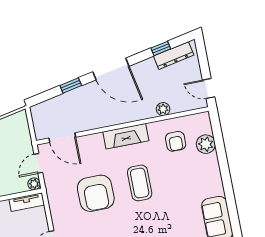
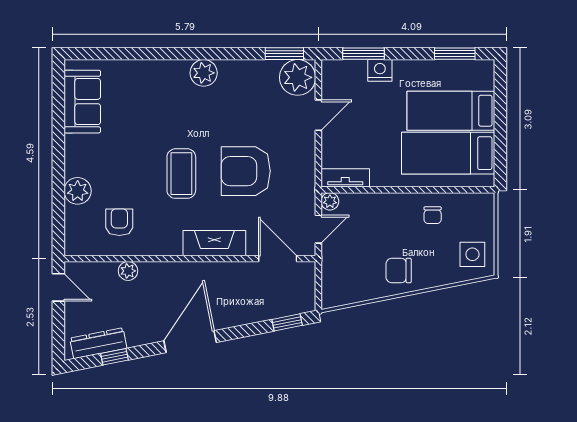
door: (111, 69) -> (190, 342), hinge flipped
window: (71, 86) -> (287, 322), moved
fireplace: (126, 136) -> (214, 243), moved
plant: (206, 144) -> (78, 191), moved
armchair: (96, 193) -> (246, 171), turned -90

